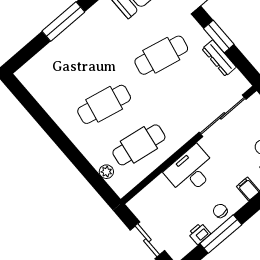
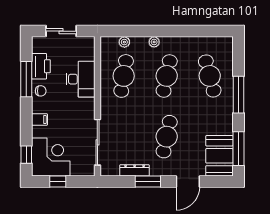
cafe table: (69, 64) -> (210, 76), added
plant: (82, 144) -> (154, 42), added
desk: (191, 171) -> (81, 79), moved
printer: (199, 234) -> (41, 66), width x1.87, depth x1.48

